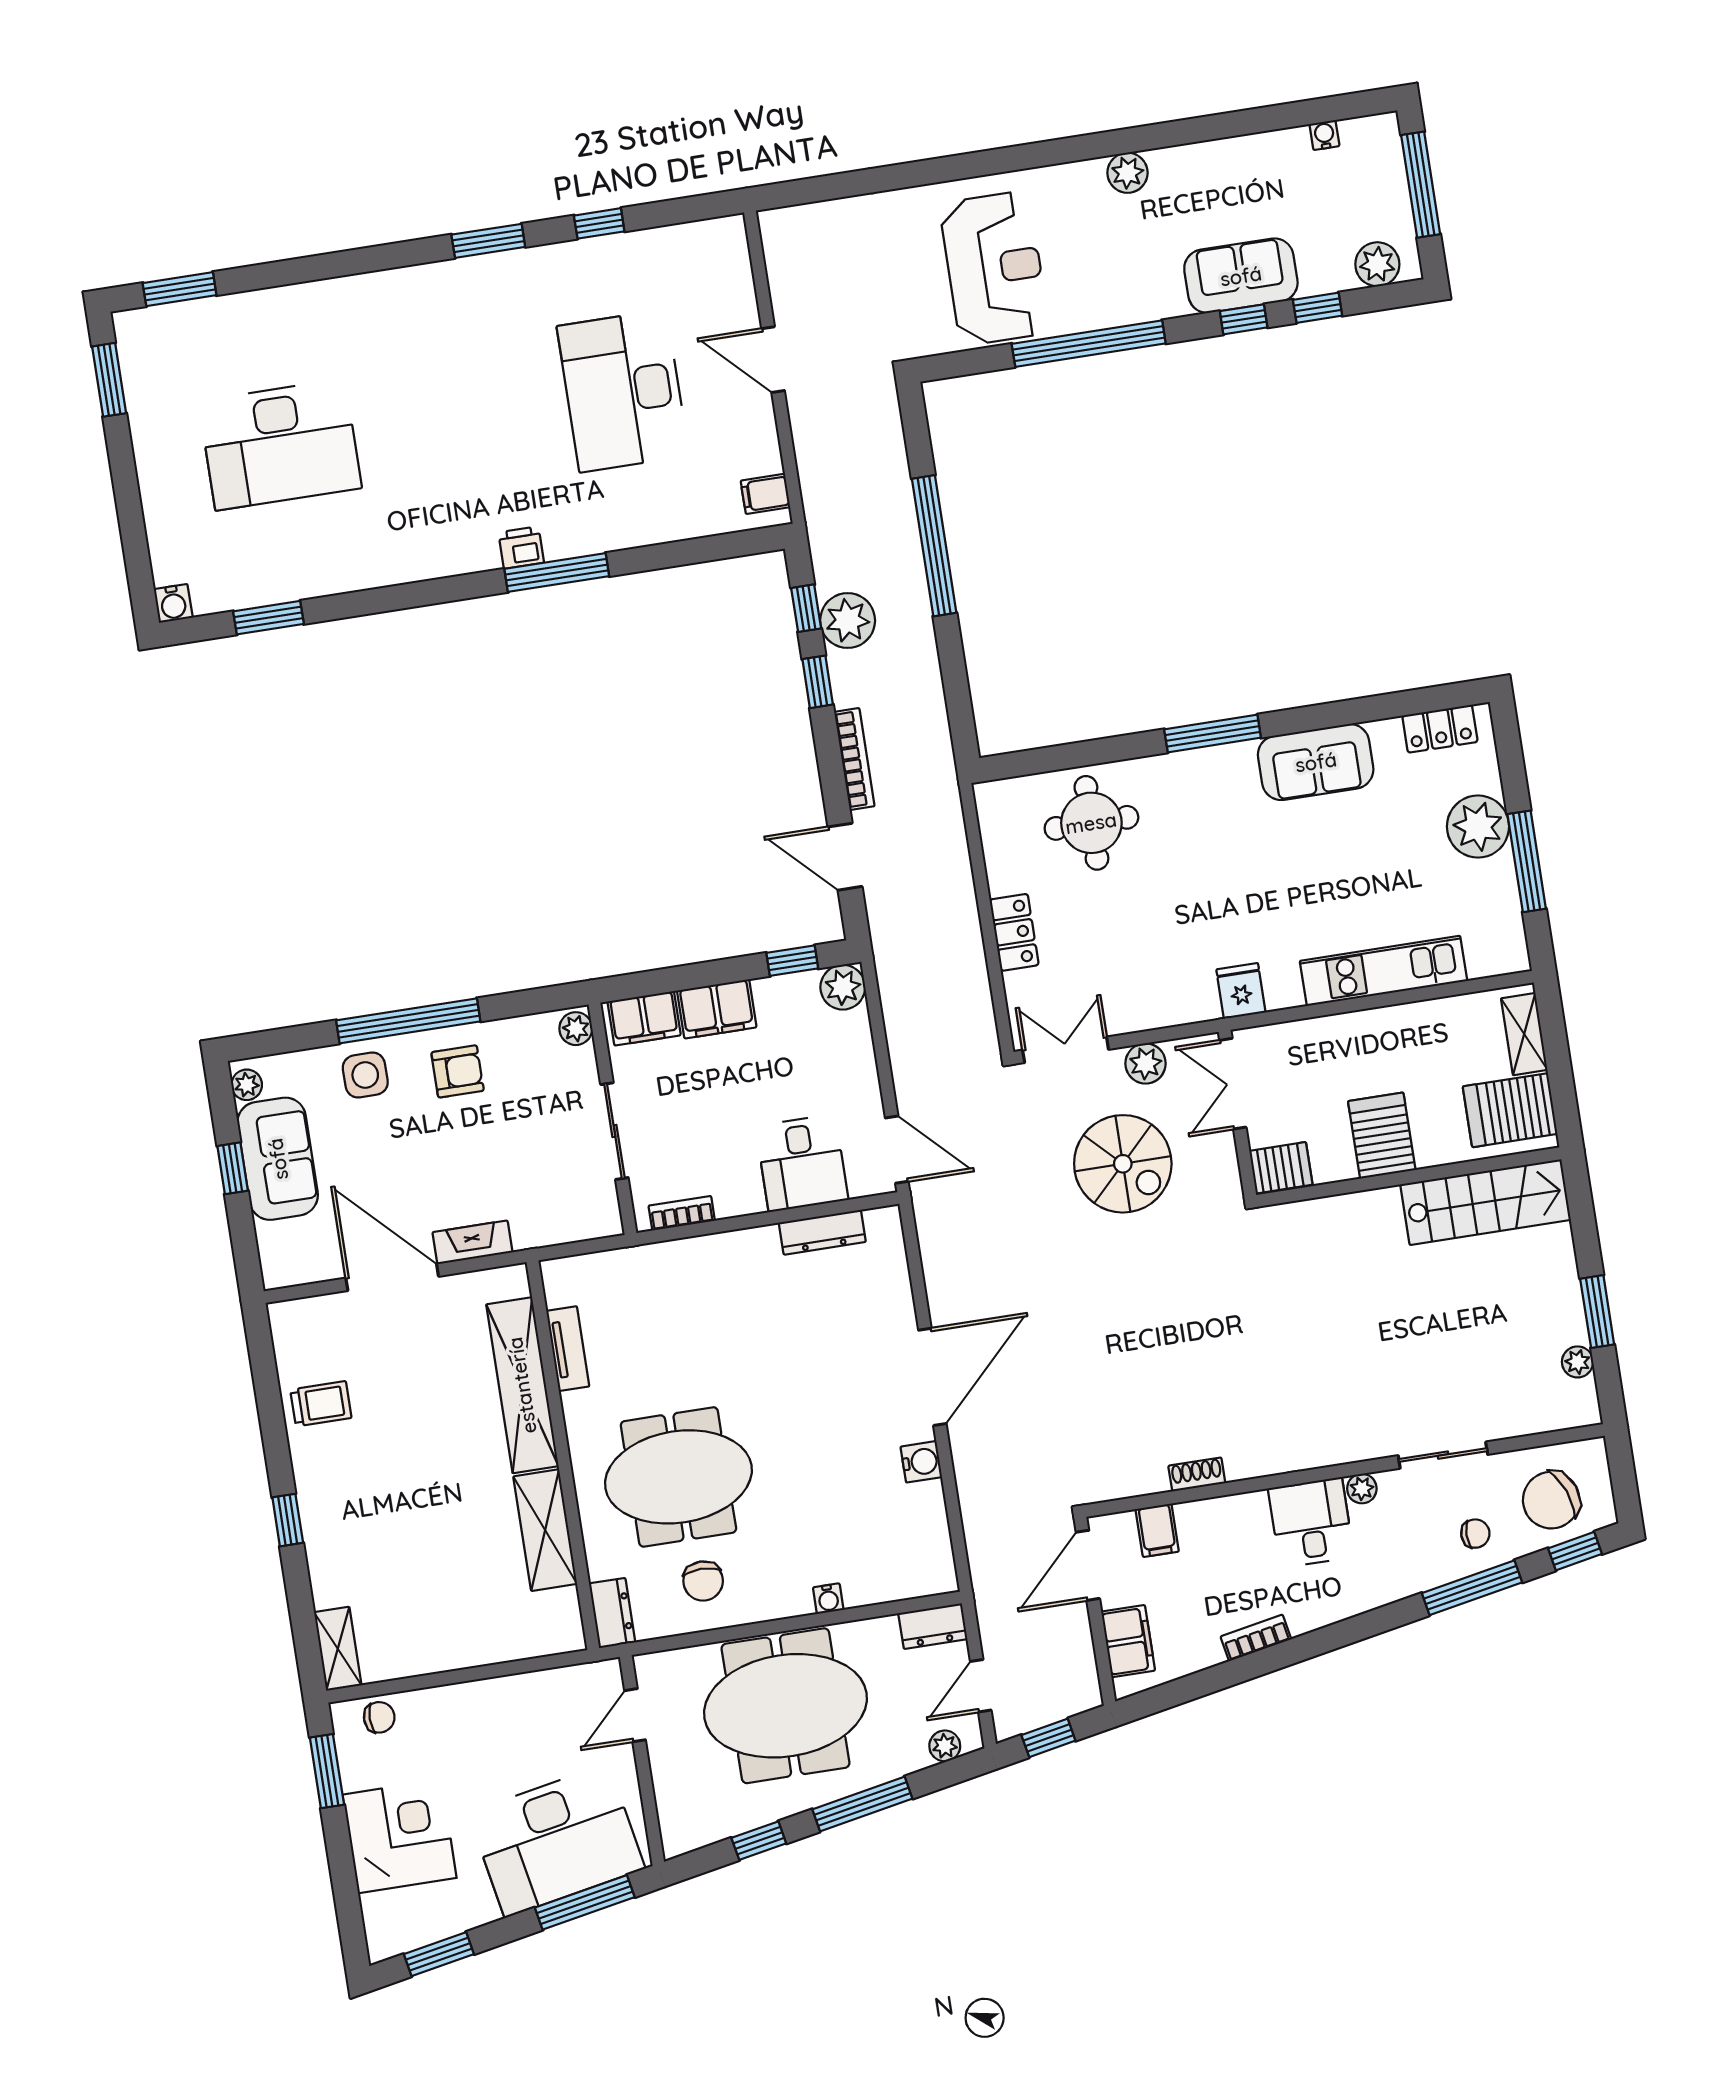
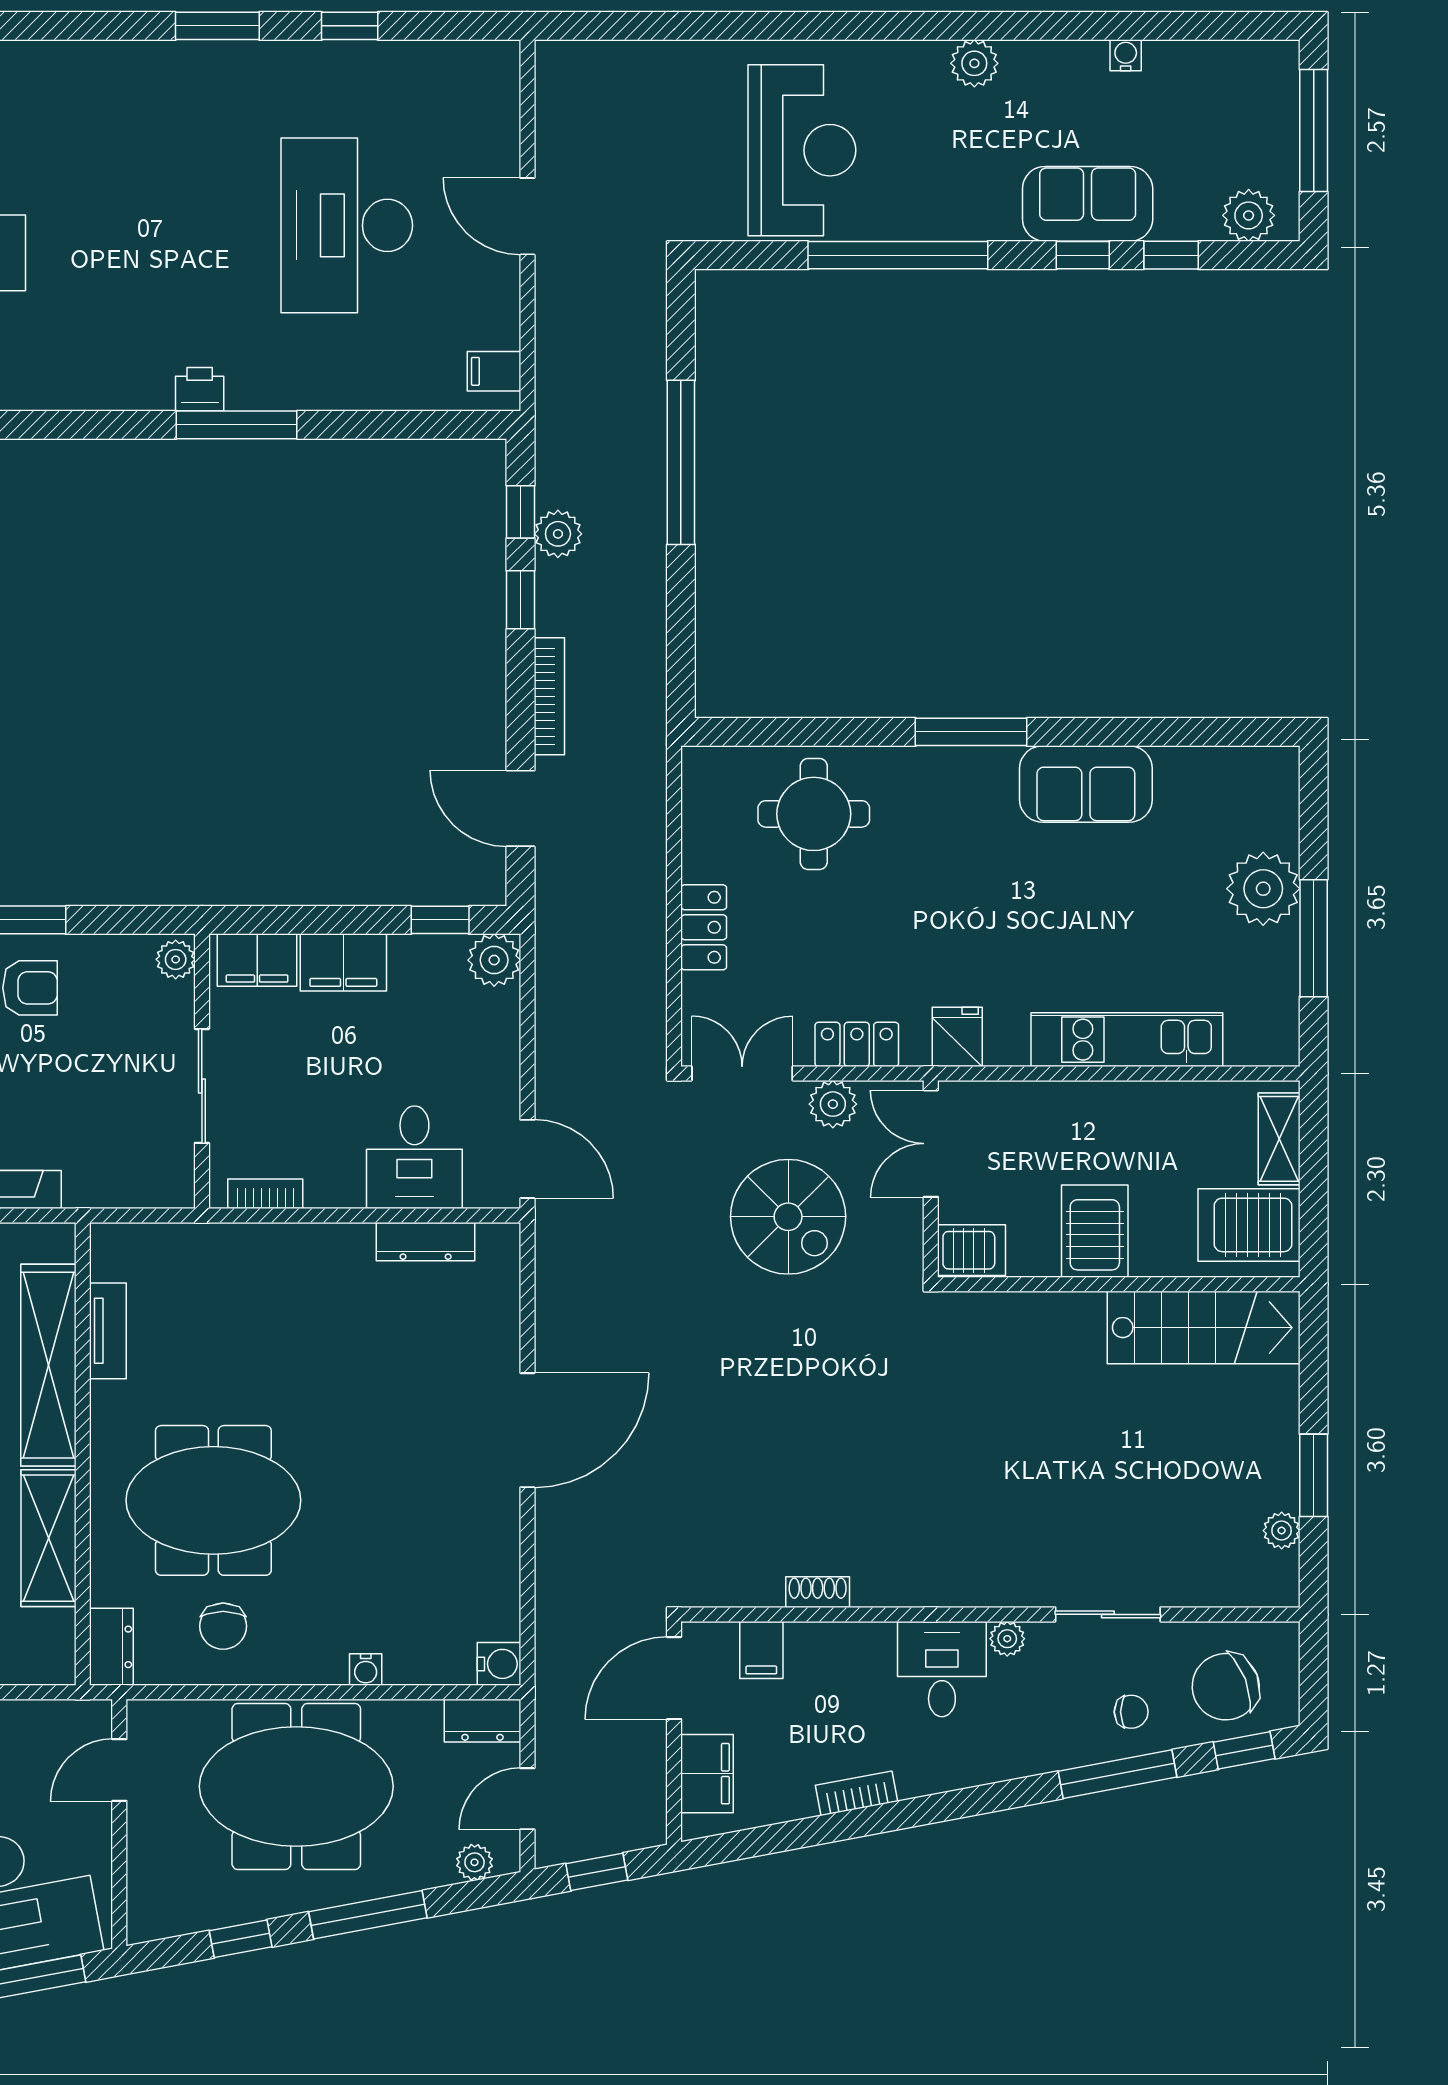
water cooler: (1324, 135) -> (1126, 55), moved
plant: (848, 621) -> (558, 534), width x0.73, depth x0.73
locker: (1440, 729) -> (857, 1044), moved, turned 180
water cooler: (921, 1462) -> (499, 1664), moved

